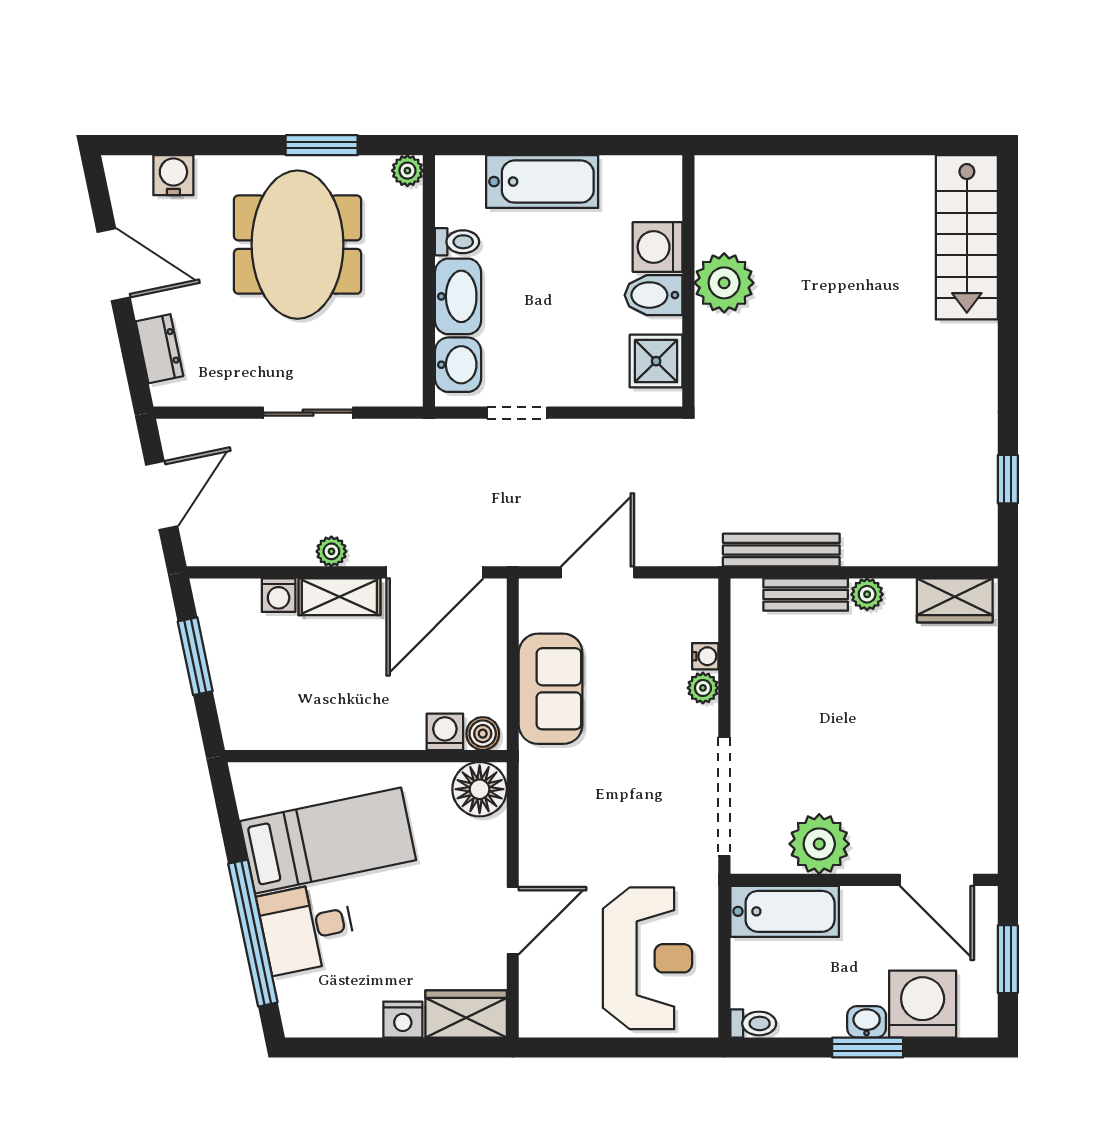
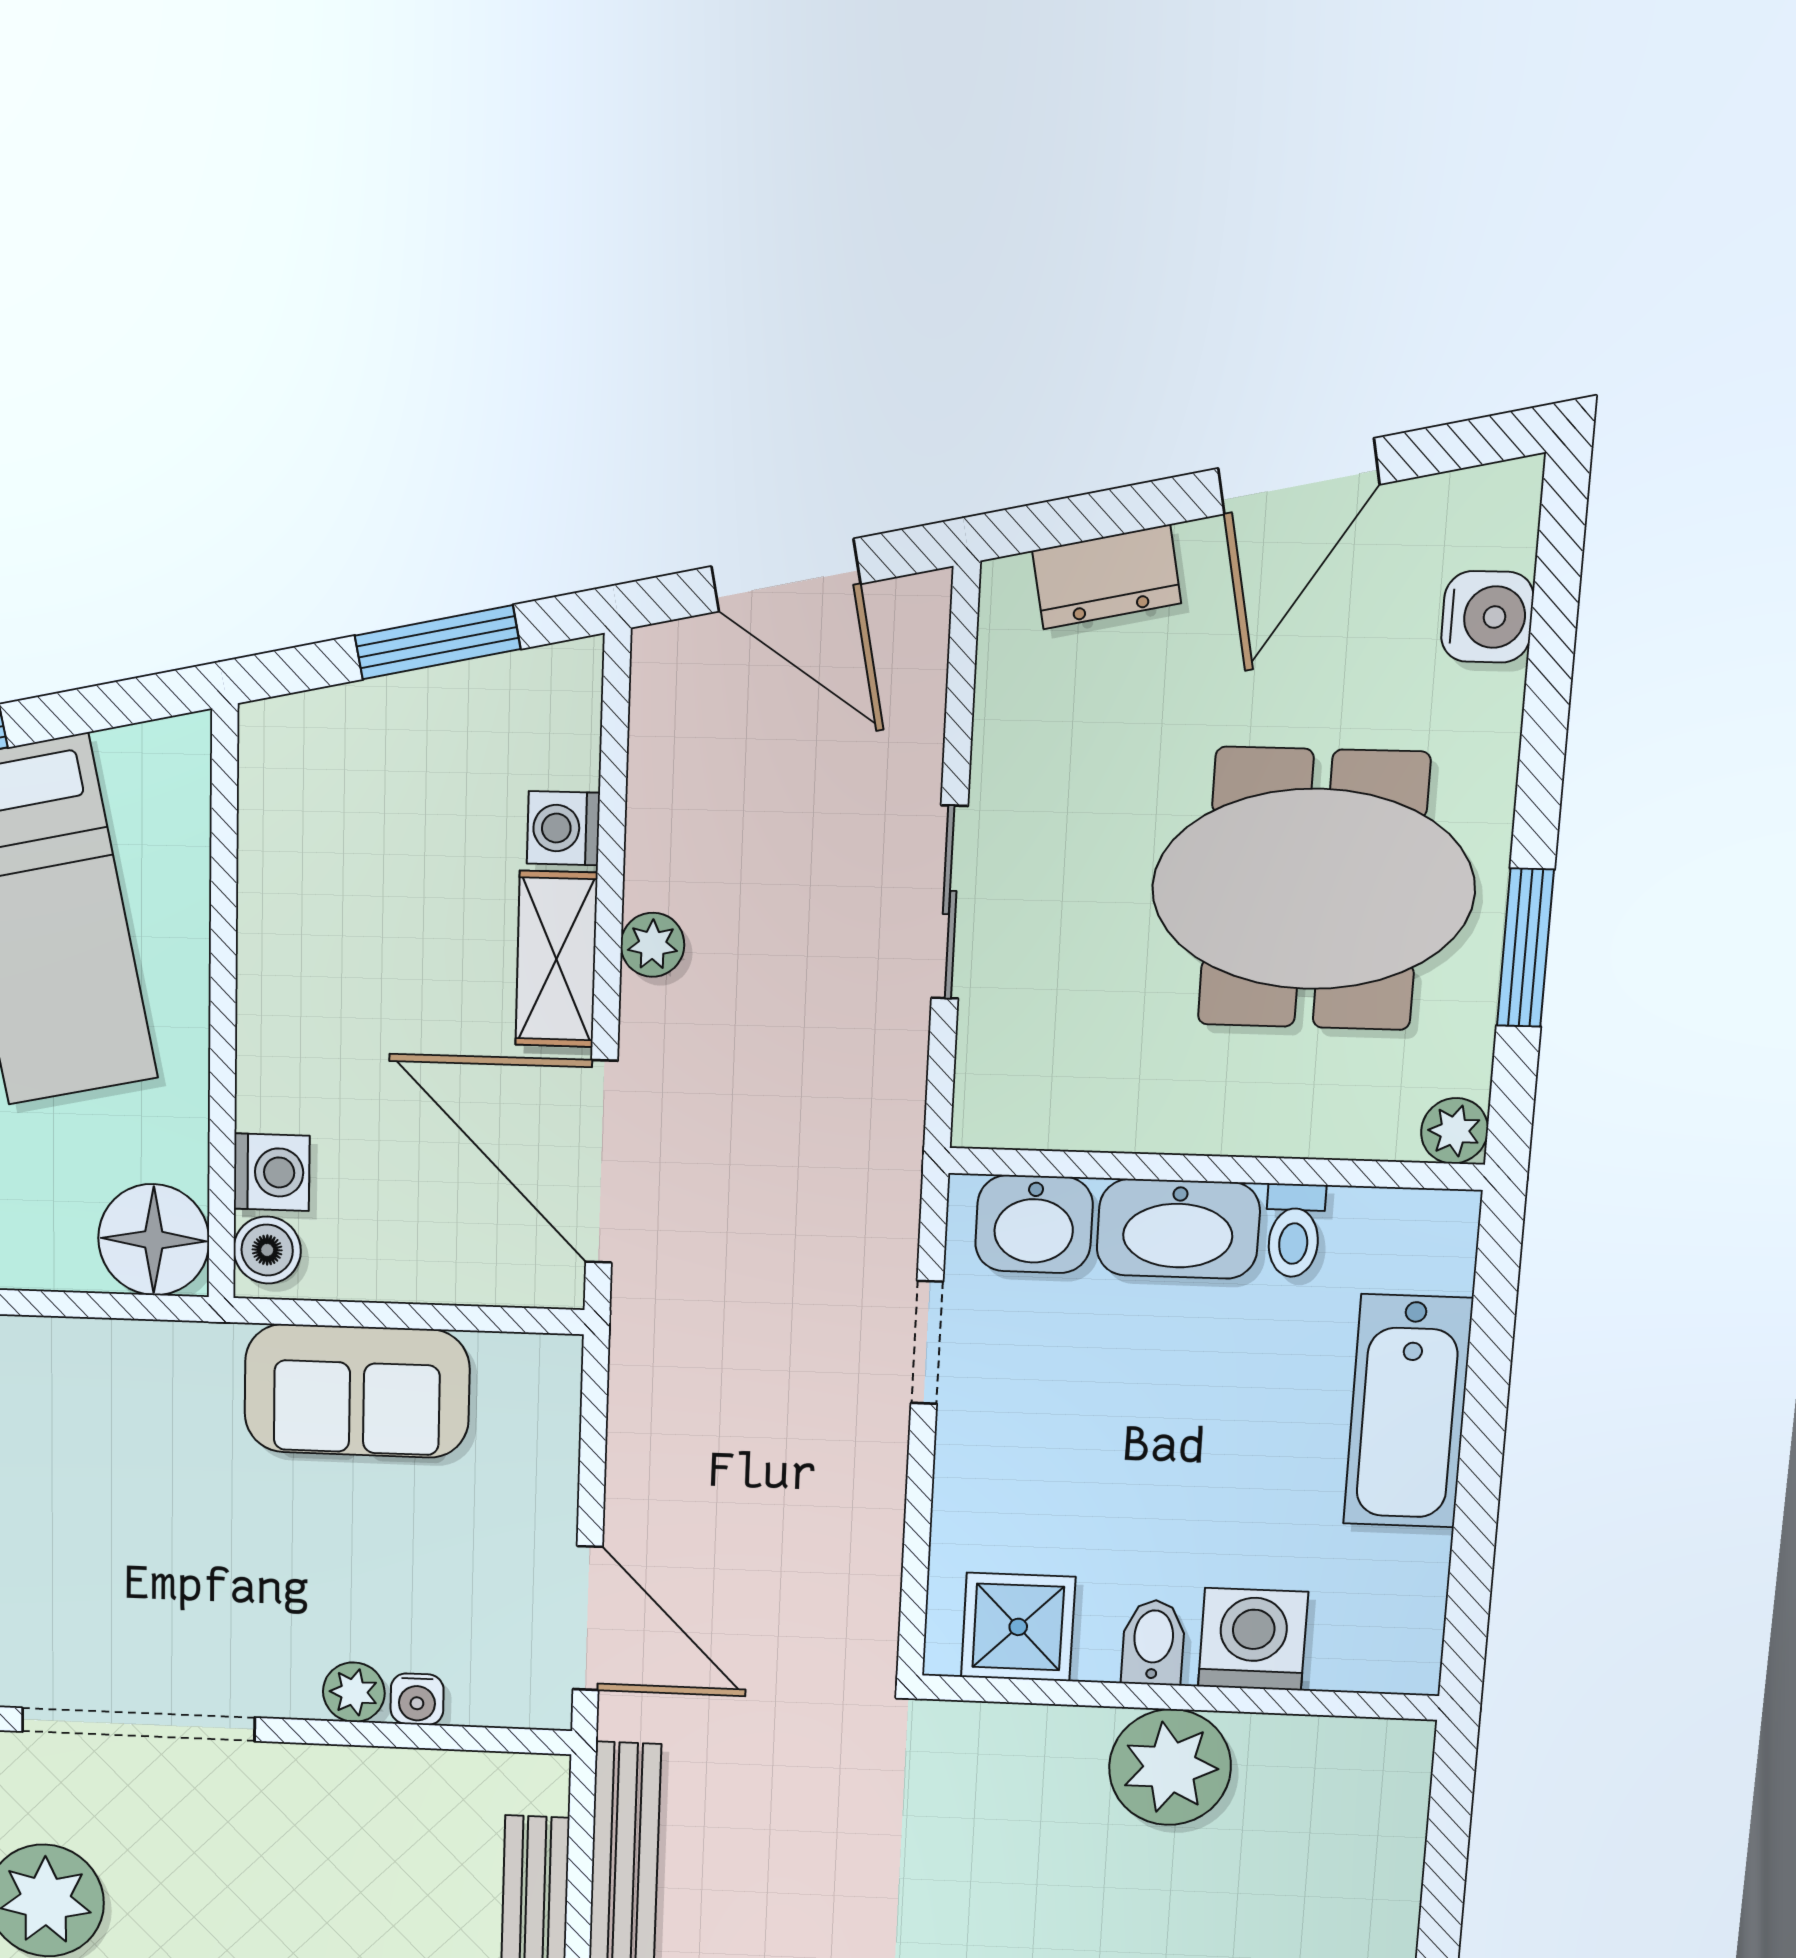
bidet: (653, 295) -> (1153, 1642), width x0.72, depth x0.74
door: (598, 572) -> (588, 1618), moved

